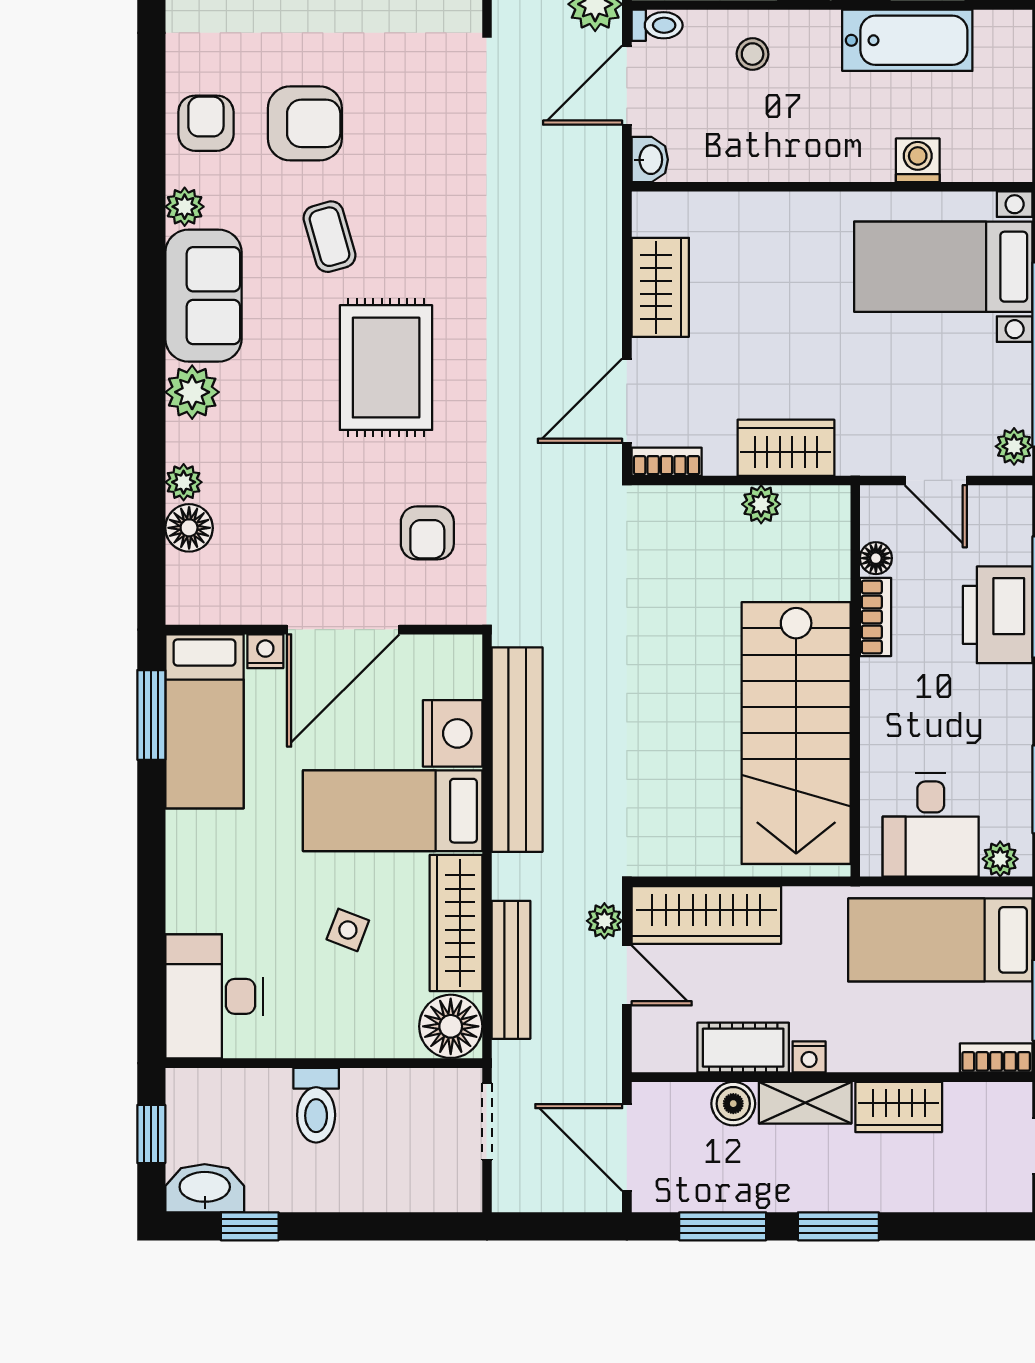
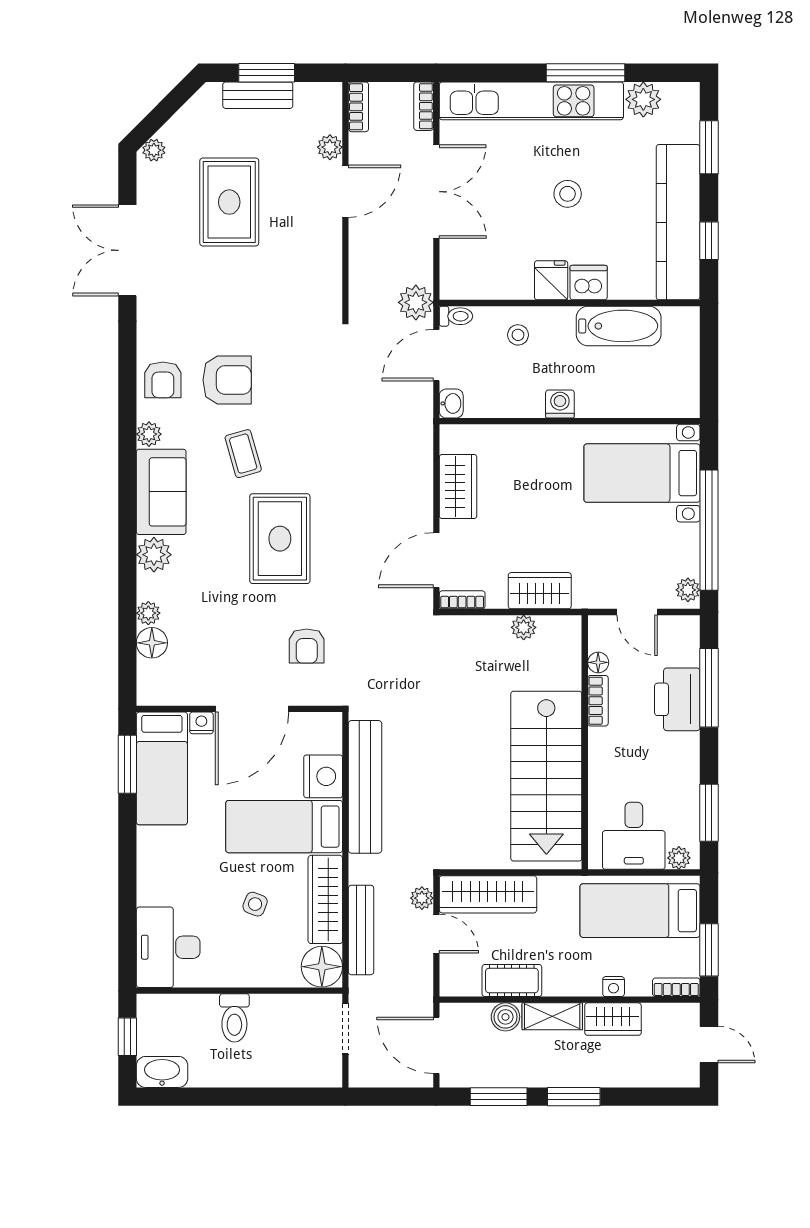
armchair: (206, 123) -> (163, 380), turned 180
washing machine: (918, 160) -> (560, 404), moved
nightstand: (809, 1057) -> (614, 987), moved
window: (250, 1226) -> (191, 1097), removed

